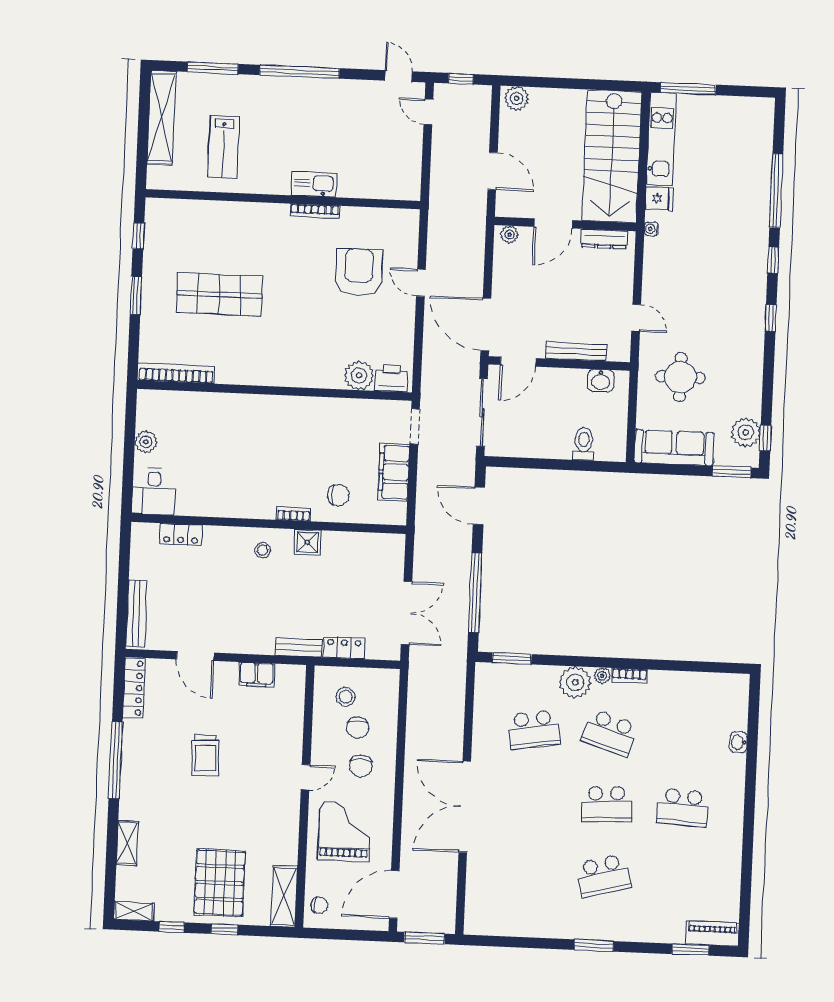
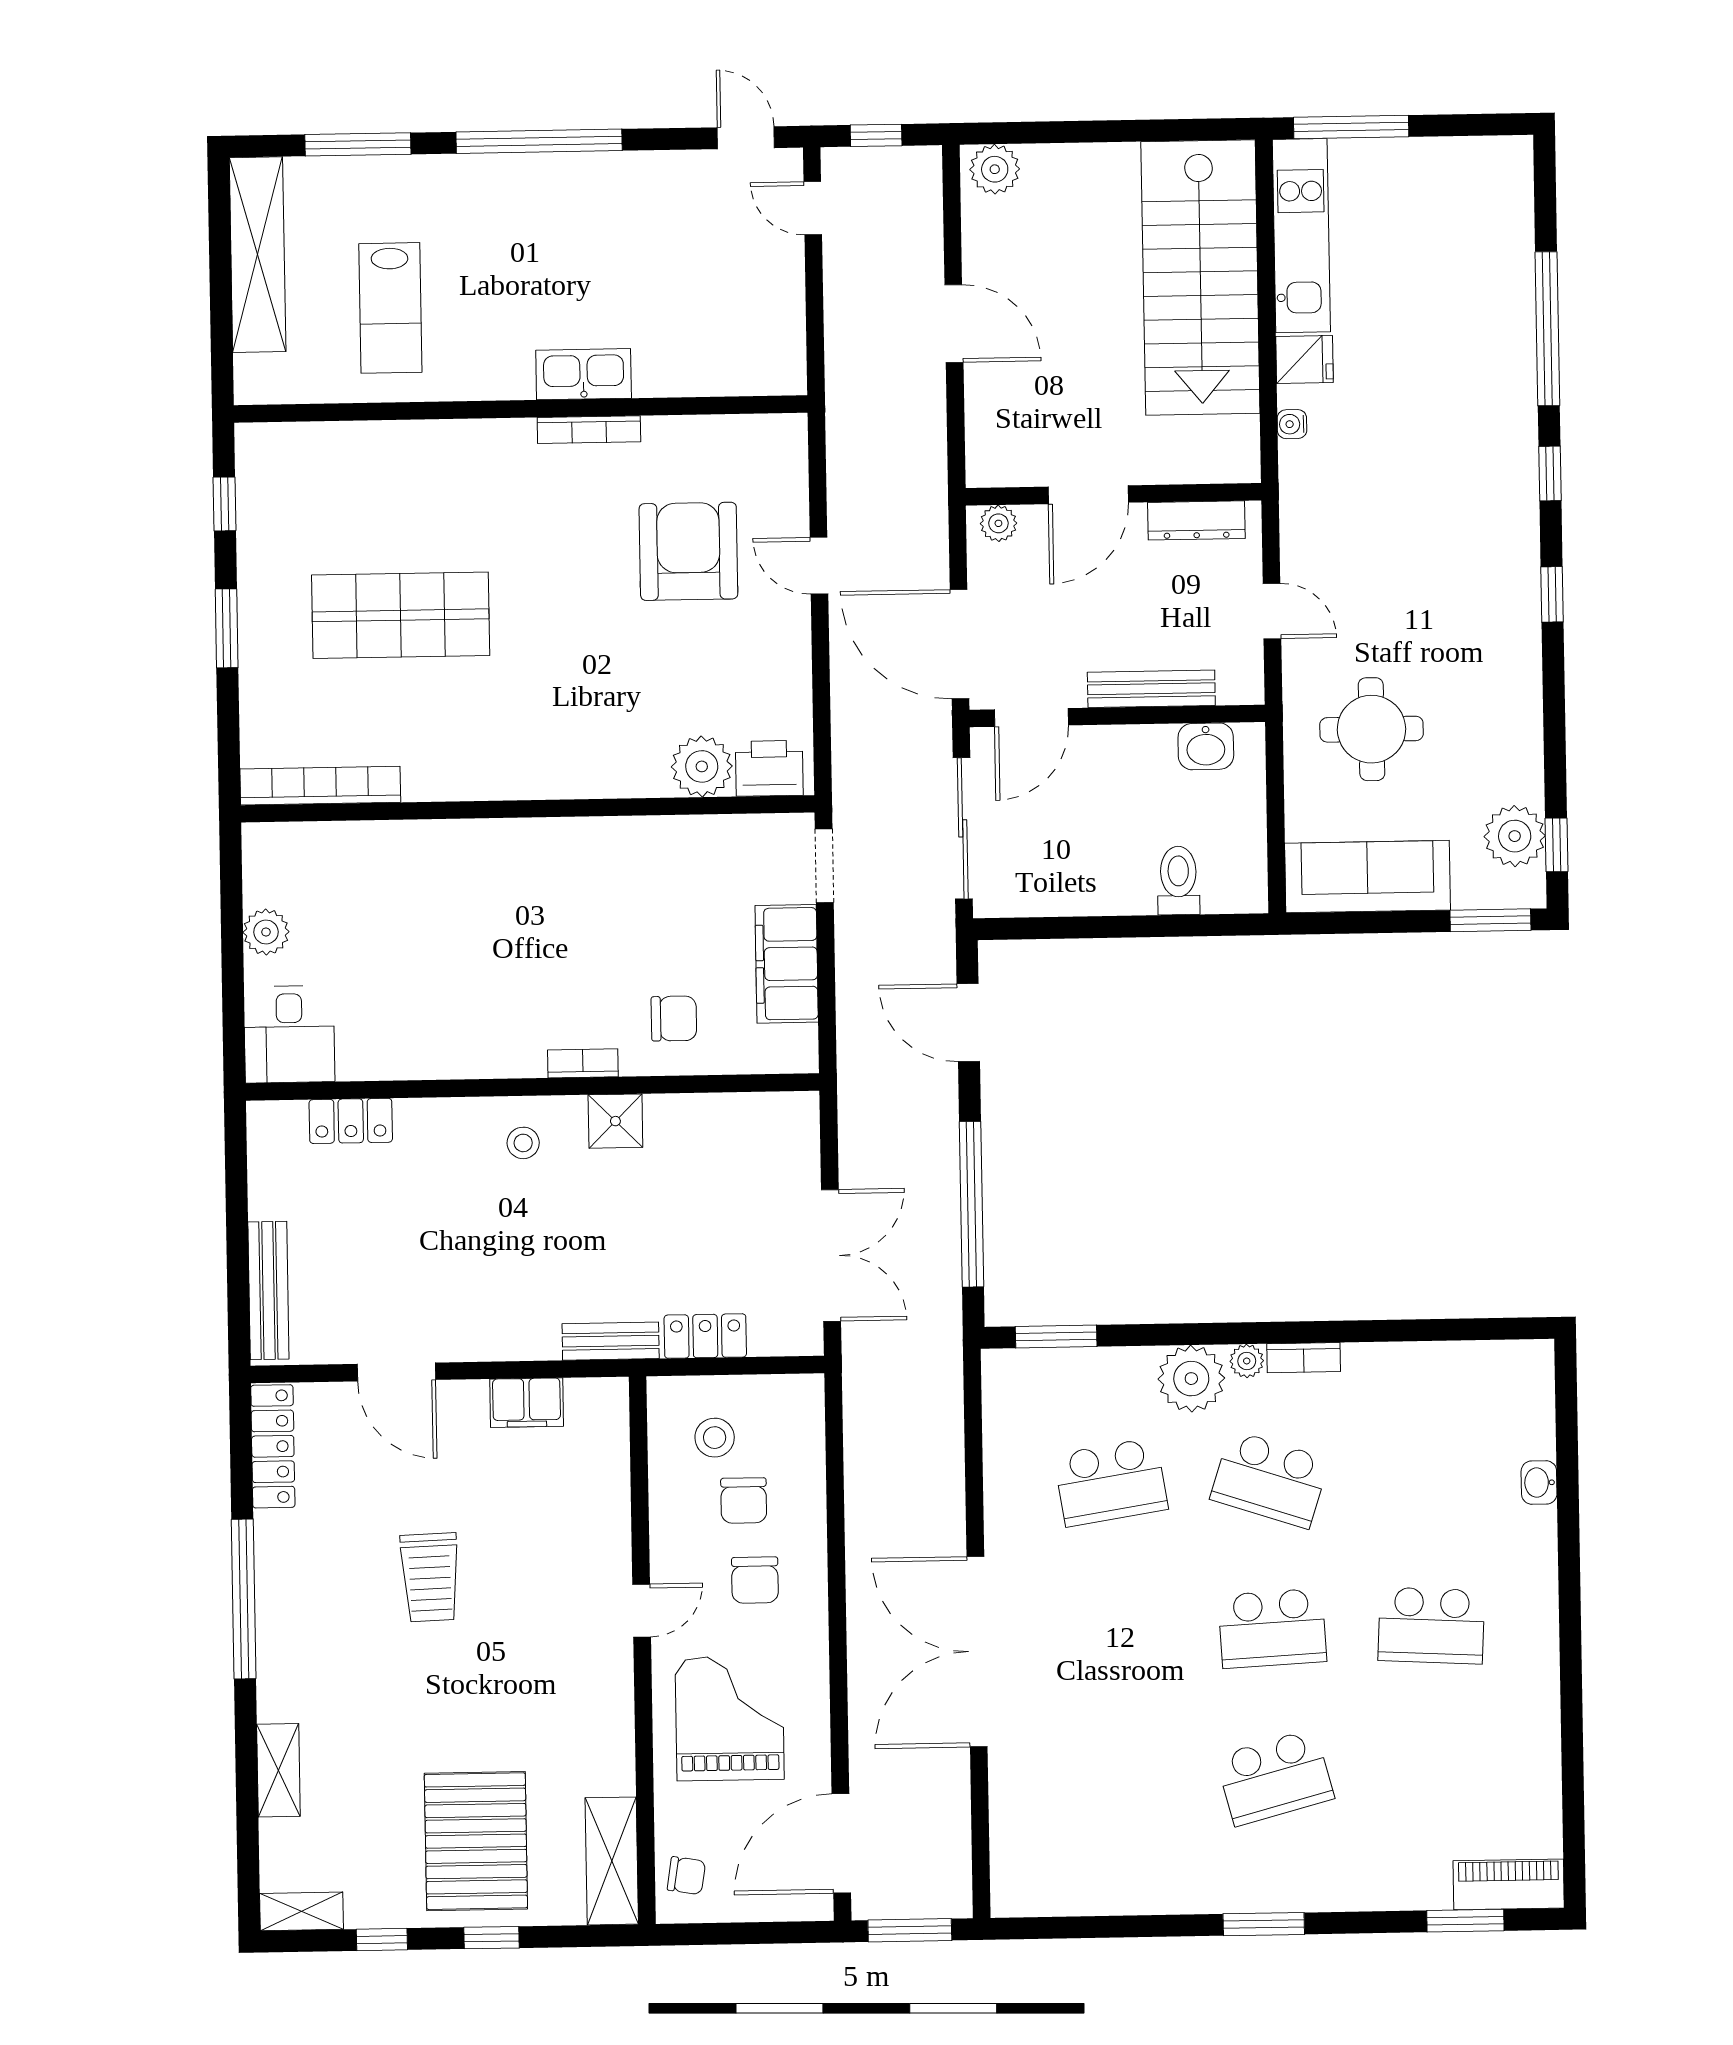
door: (553, 223) -> (1088, 495), moved
wall: (565, 224) -> (1113, 494), moved
plant: (509, 235) -> (998, 523), moved
dresser: (604, 239) -> (1196, 520), moved

